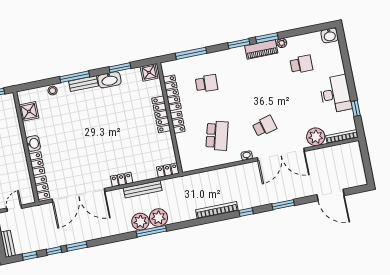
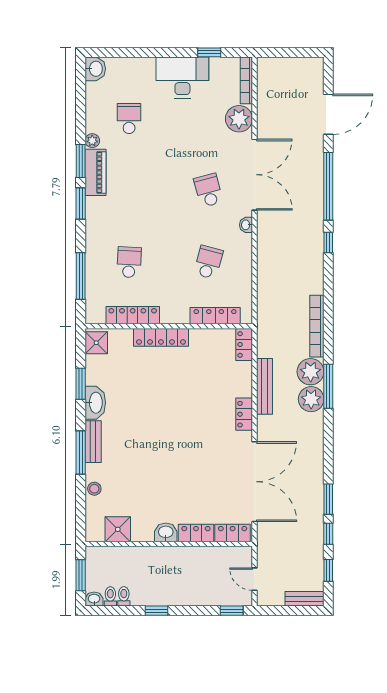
locker: (178, 122) -> (215, 316), moved, width x1.53
school desk: (217, 136) -> (208, 262), width x0.54
window: (283, 205) -> (328, 186), width x2.11
bookcase: (217, 210) -> (317, 326), moved

